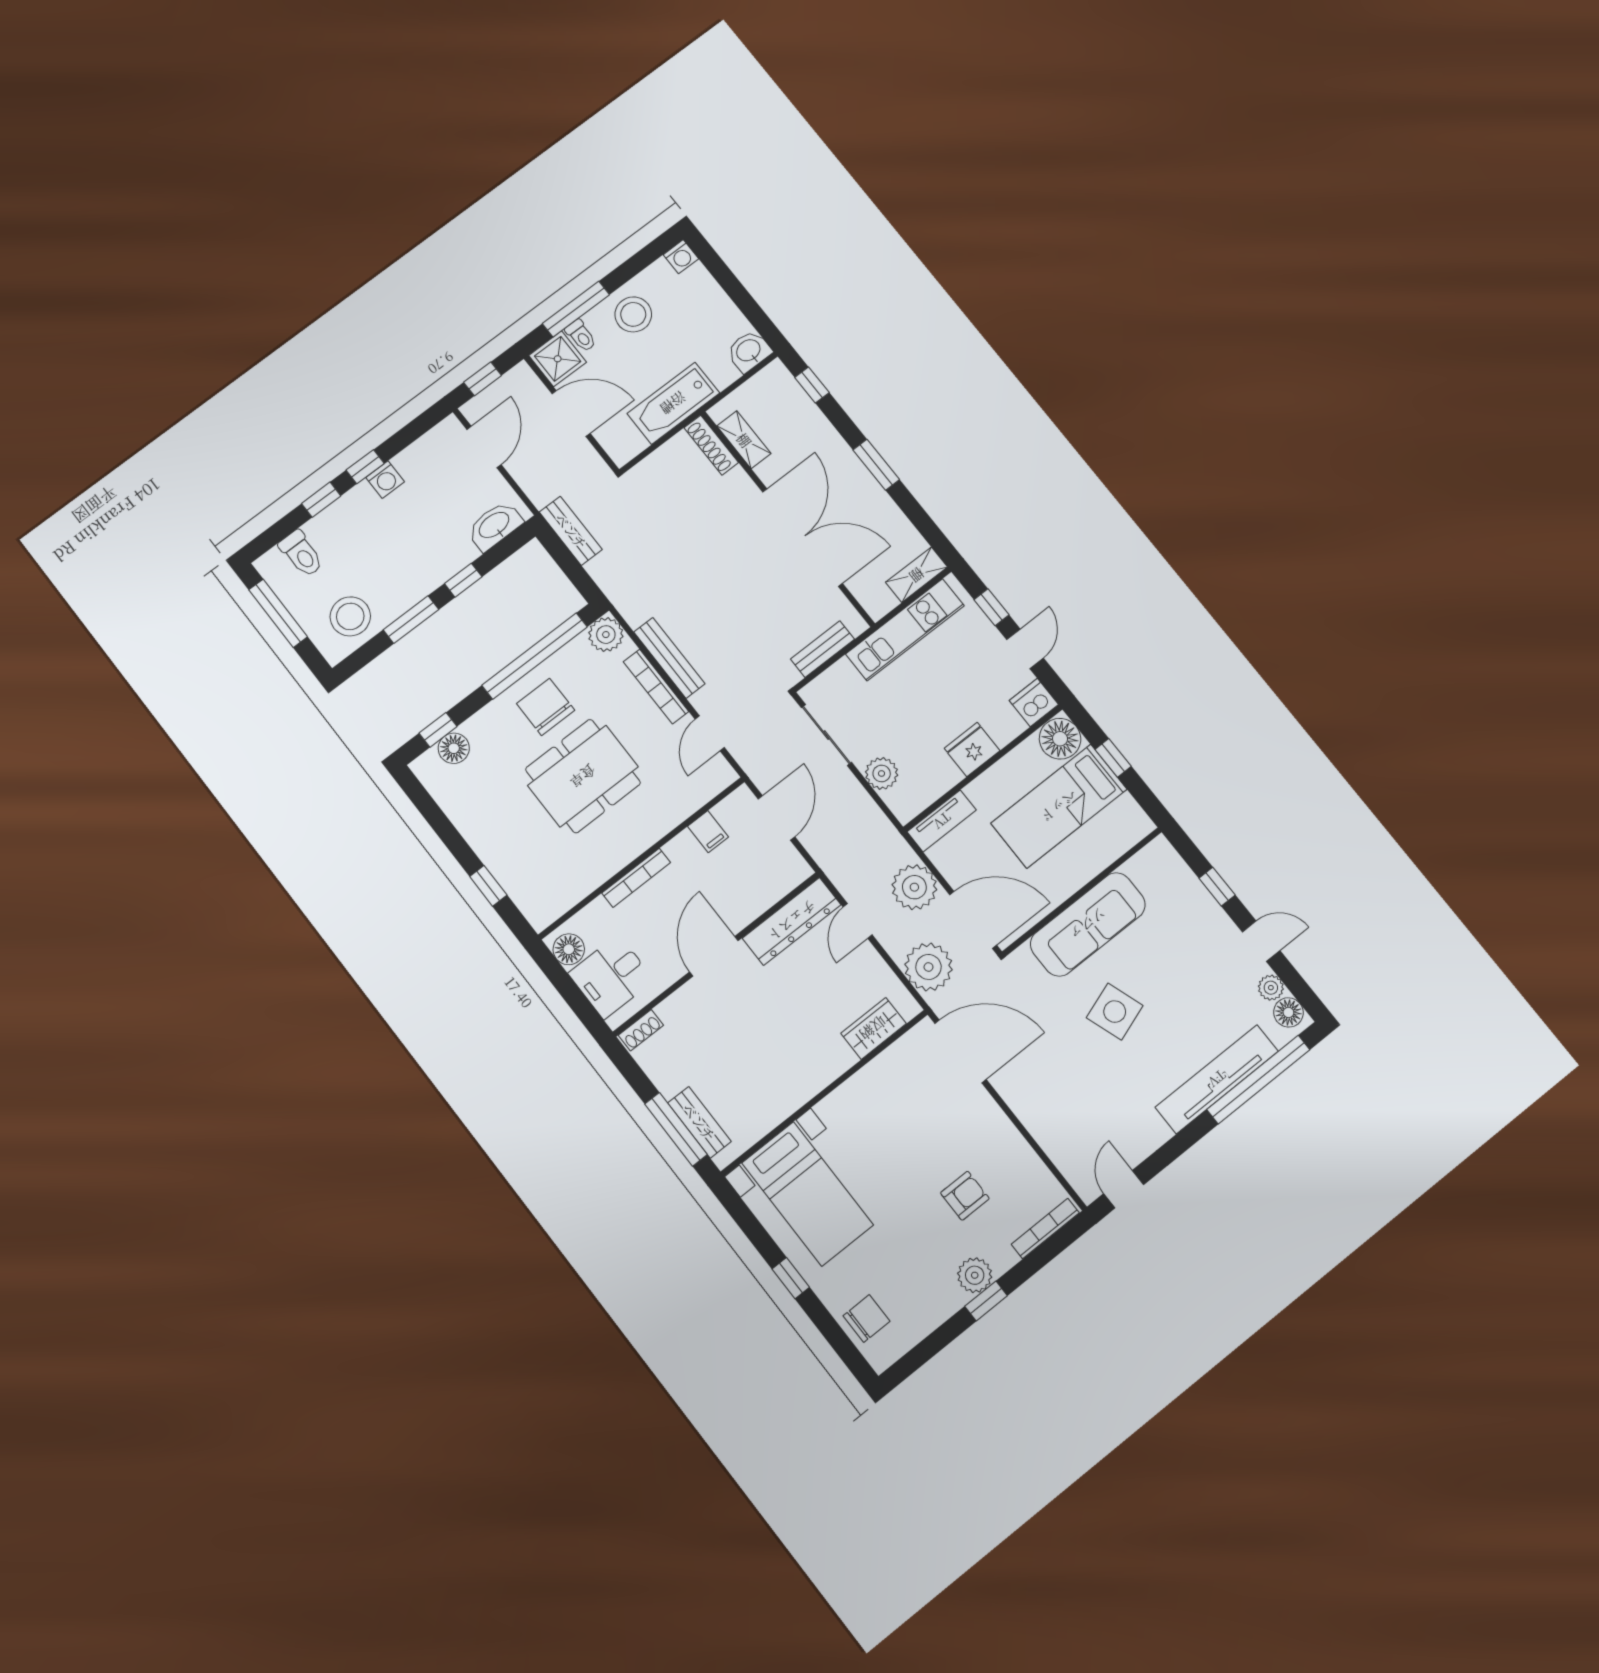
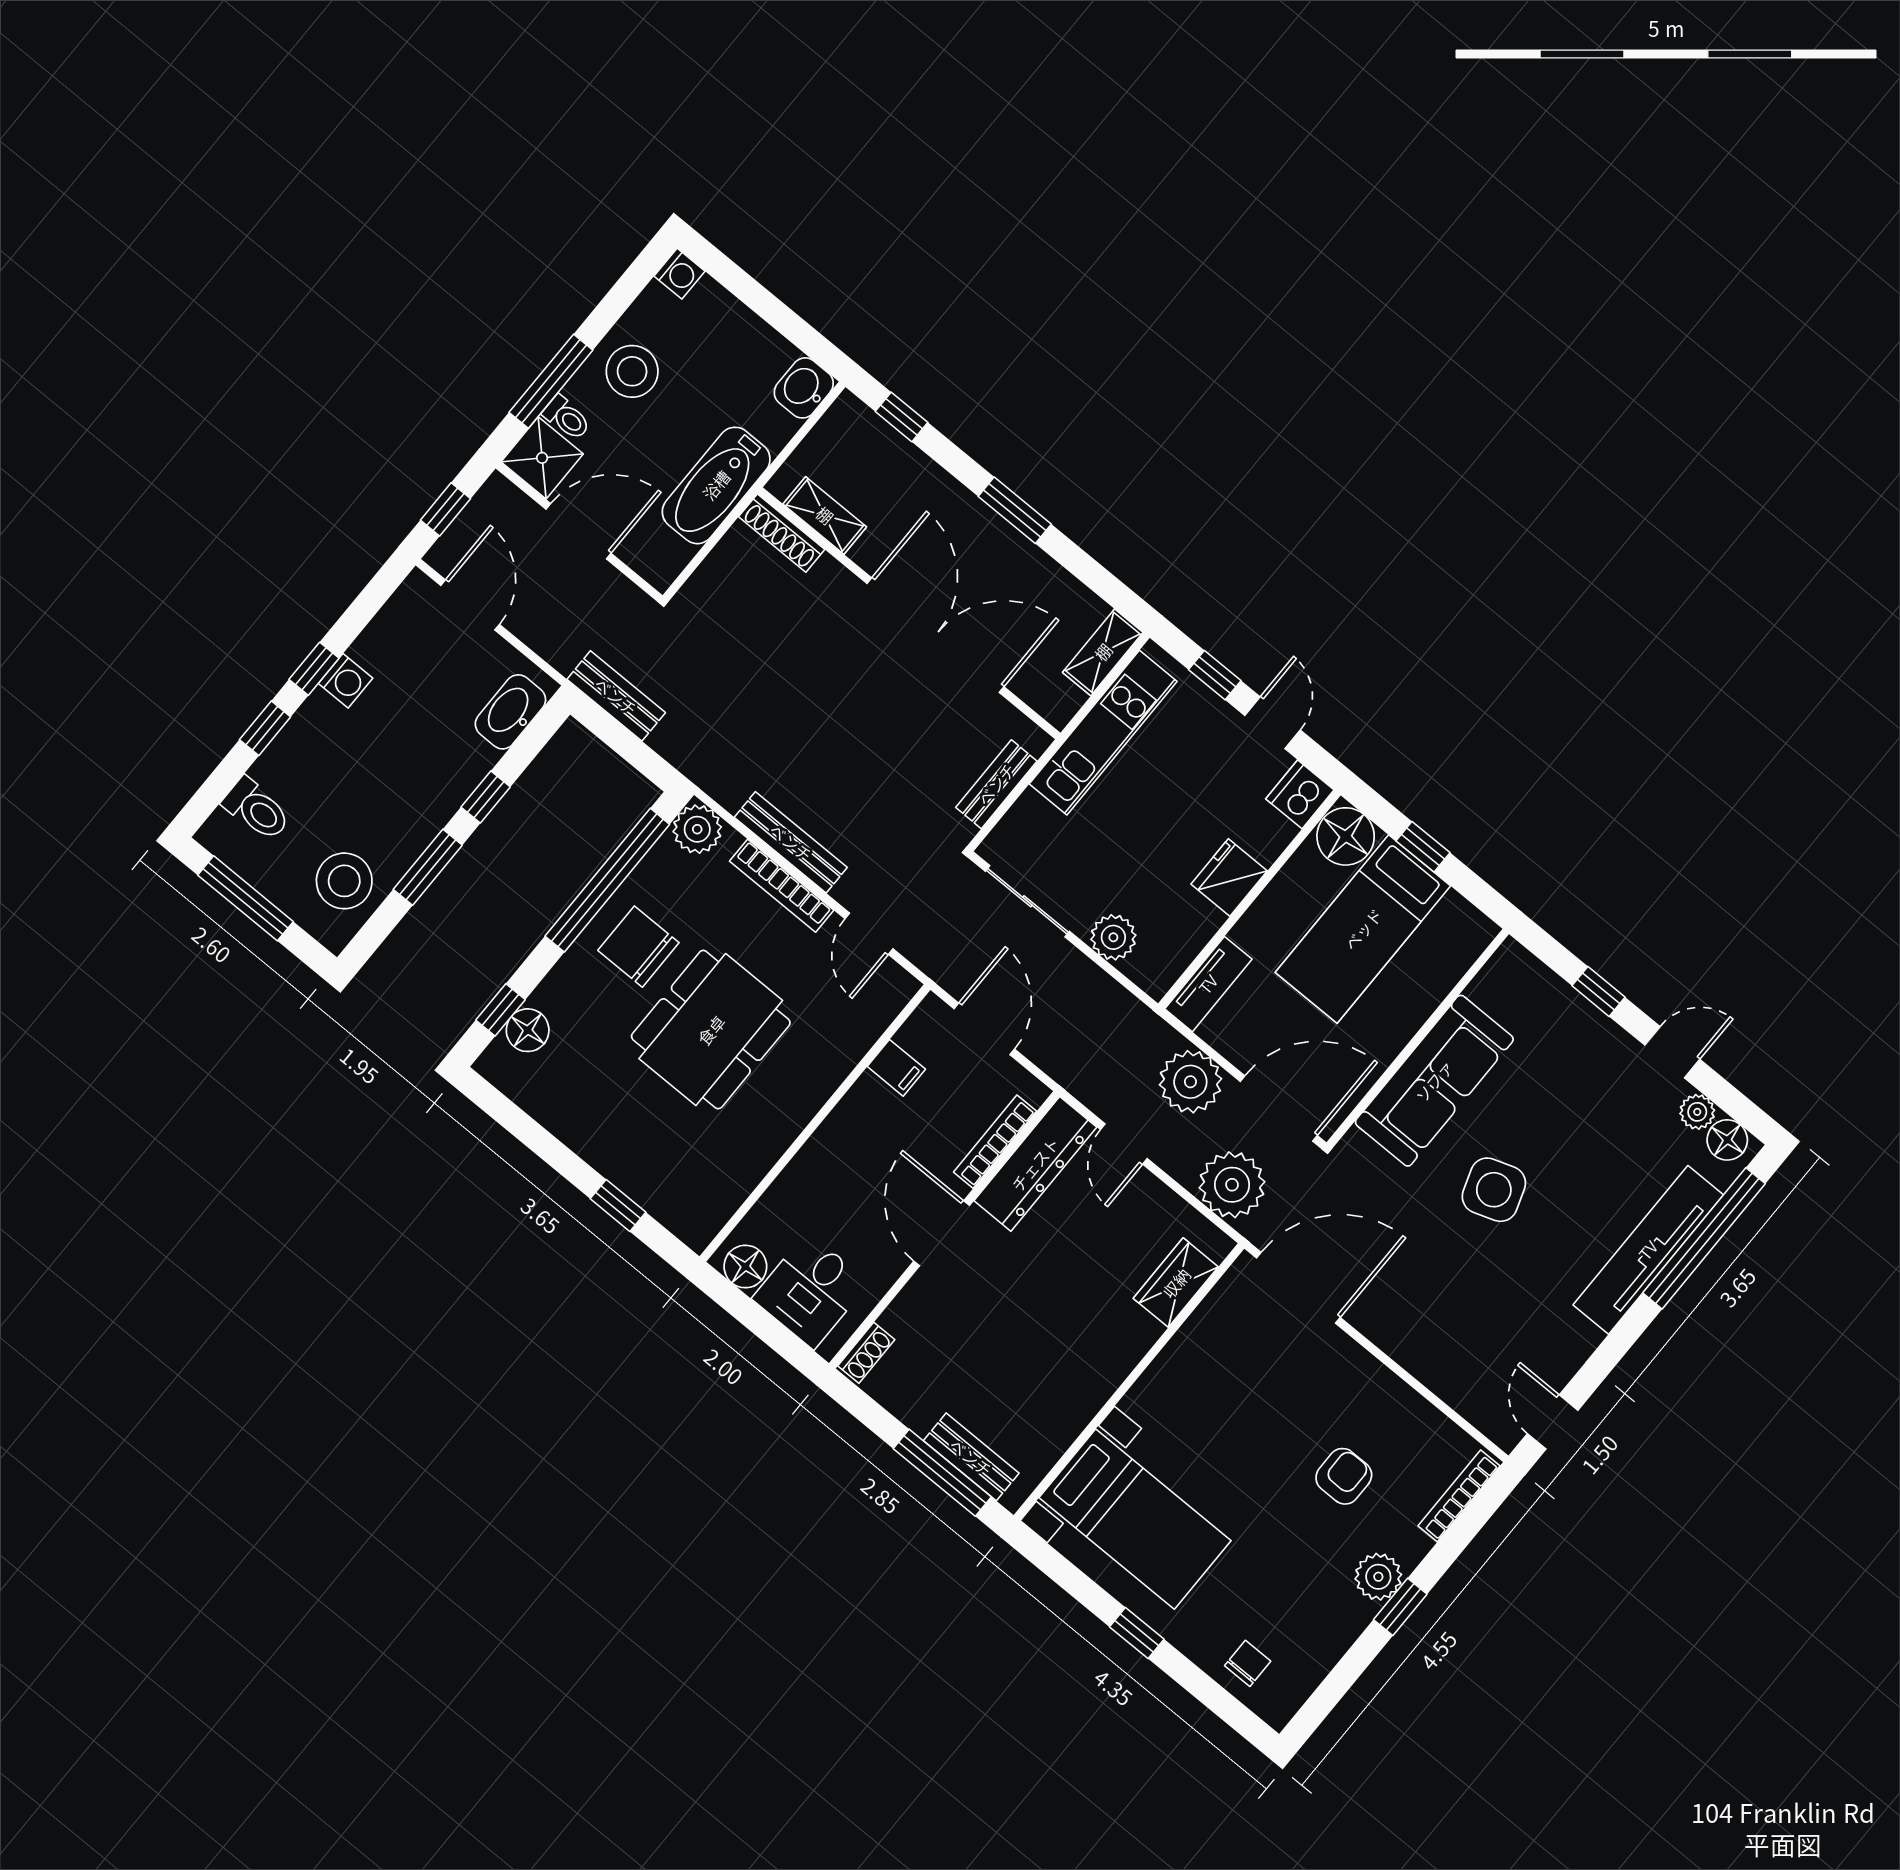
bookcase: (636, 878) -> (995, 1142), moved, turned 180
chair: (866, 1318) -> (1248, 1663), width x0.73, depth x0.73

